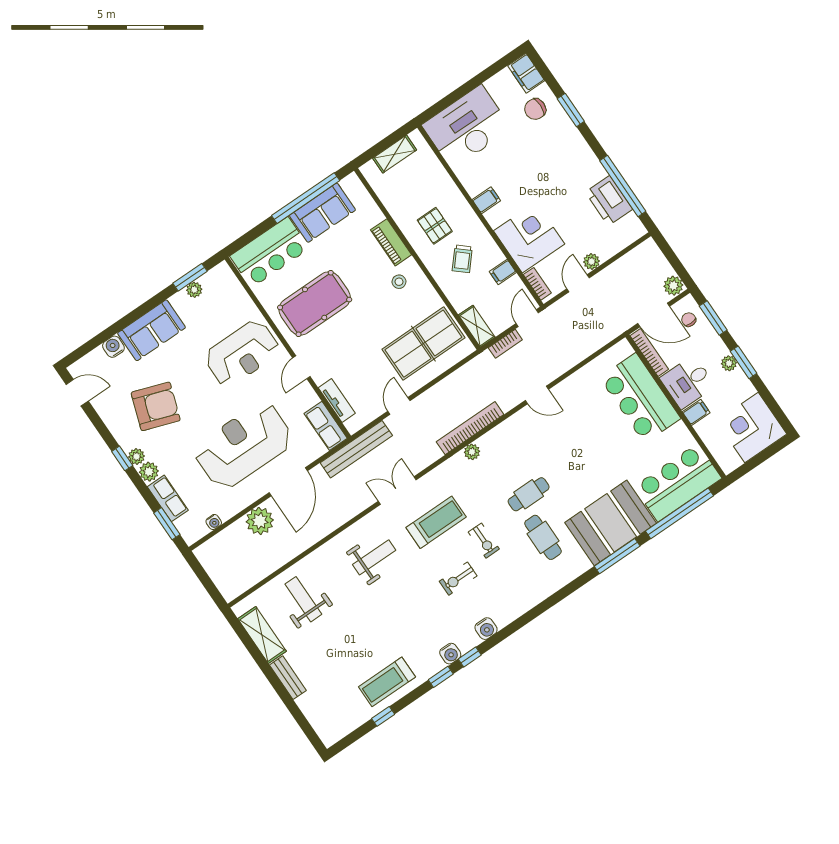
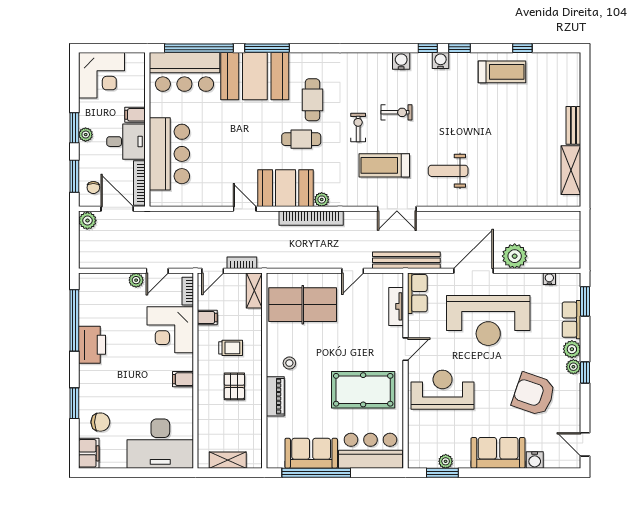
printer: (609, 201) -> (92, 345), moved
trolley: (462, 259) -> (231, 348), turned 49
booth: (512, 439) -> (286, 188), added
weight bench: (303, 599) -> (522, 176), removed

